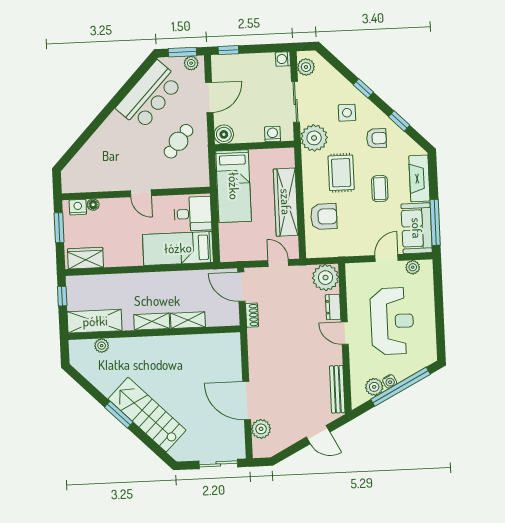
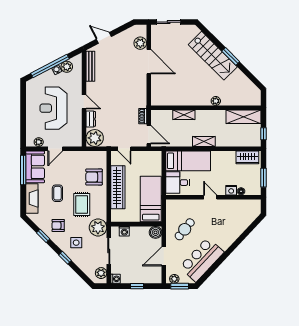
window: (228, 50) -> (137, 286), moved
nightstand: (78, 207) -> (231, 190), moved
shelving: (152, 321) -> (204, 141), moved
plant: (102, 346) -> (216, 101), moved

